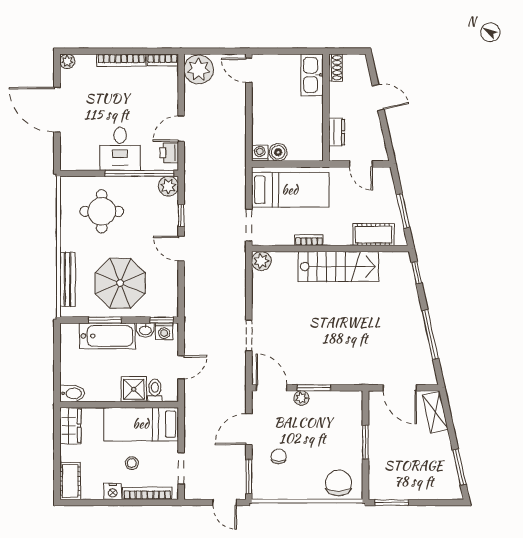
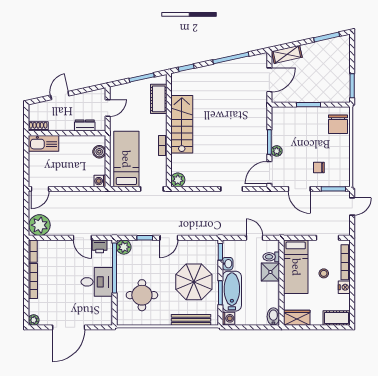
boiler: (278, 152) -> (99, 152), moved
washing machine: (164, 331) -> (229, 318), moved
chair: (339, 483) -> (338, 124), turned -90

